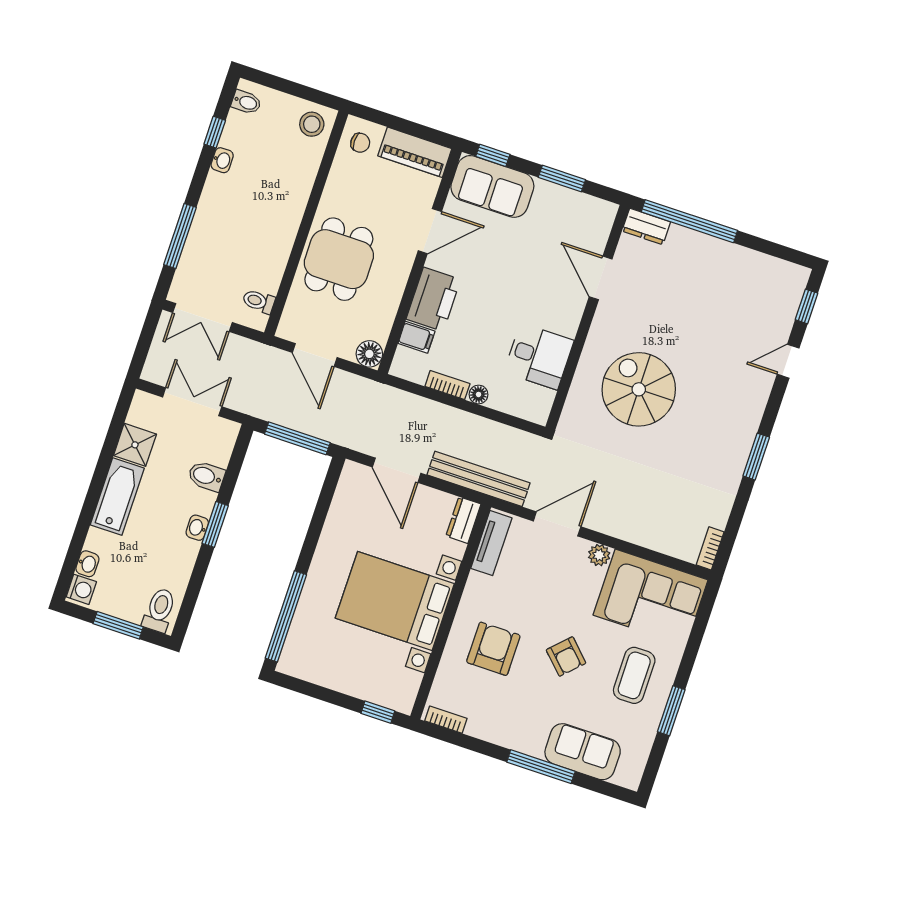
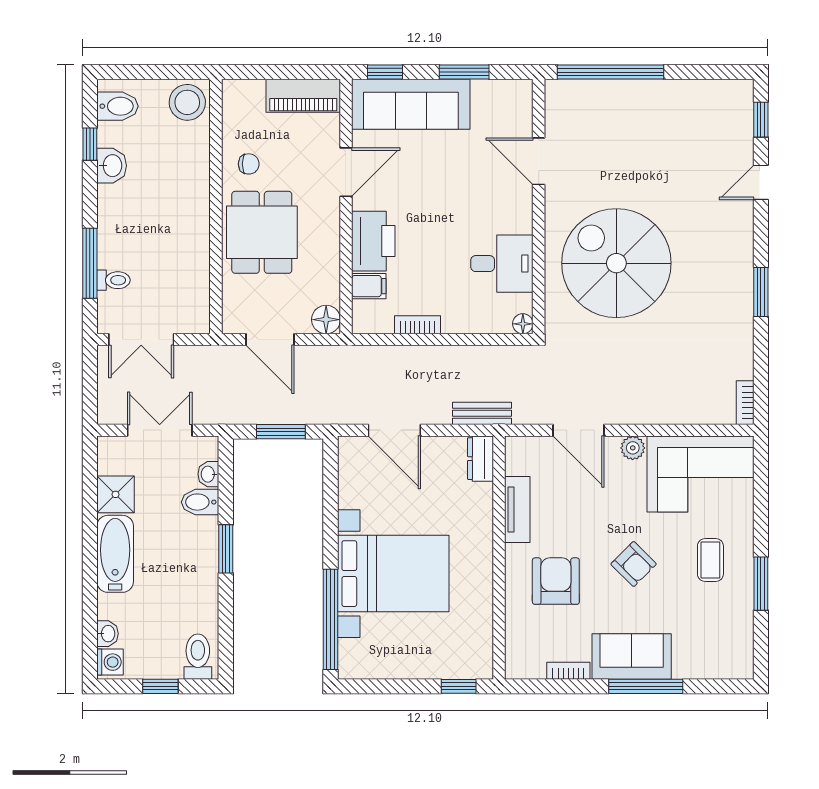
bidet: (246, 102) -> (117, 106), width x1.38, depth x1.36
stool: (312, 124) -> (187, 102), width x1.38, depth x1.38
chair: (360, 143) -> (249, 164), moved
washbasin: (222, 160) -> (112, 166), width x1.38, depth x1.45
sofa: (492, 186) -> (411, 104), width x1.36
dresser: (646, 226) -> (568, 92), removed
toilet: (259, 301) -> (113, 280), moved, turned 180
spiral stairs: (639, 389) -> (616, 263), width x1.37, depth x1.37
floor lamp: (479, 394) -> (523, 324), moved
window: (297, 438) -> (281, 432), width x0.69
bench: (479, 479) -> (482, 413), width x0.54, depth x0.82
door: (557, 524) -> (578, 430), swing flipped
washbasin: (197, 528) -> (208, 474), moved
tv unit: (491, 543) -> (517, 510), moved
bed with nightstands: (395, 601) -> (393, 574), moved, turned 180
window: (118, 625) -> (160, 686), width x0.67
coffee table: (634, 675) -> (710, 560), width x0.73, depth x0.77
bookcase: (446, 720) -> (568, 671), moved
sofa: (583, 752) -> (632, 657), moved

